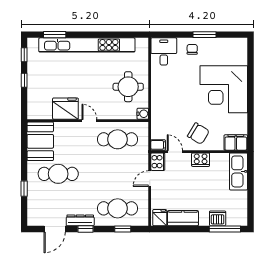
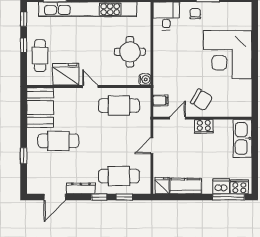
cafe table: (40, 90) -> (40, 56), added
filing cabinet: (236, 143) -> (240, 109), removed
filing cabinet: (158, 145) -> (160, 100), moved
door: (175, 152) -> (178, 118), hinge flipped
cooker: (158, 162) -> (239, 187), moved, turned -90
window: (86, 229) -> (99, 197), moved

